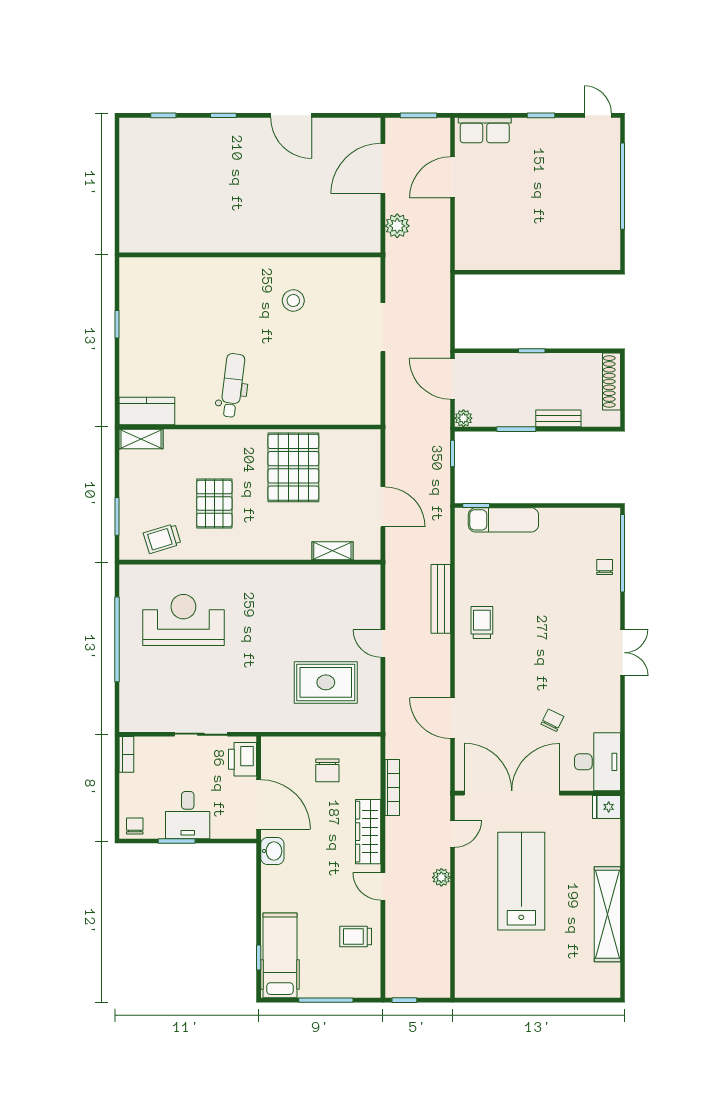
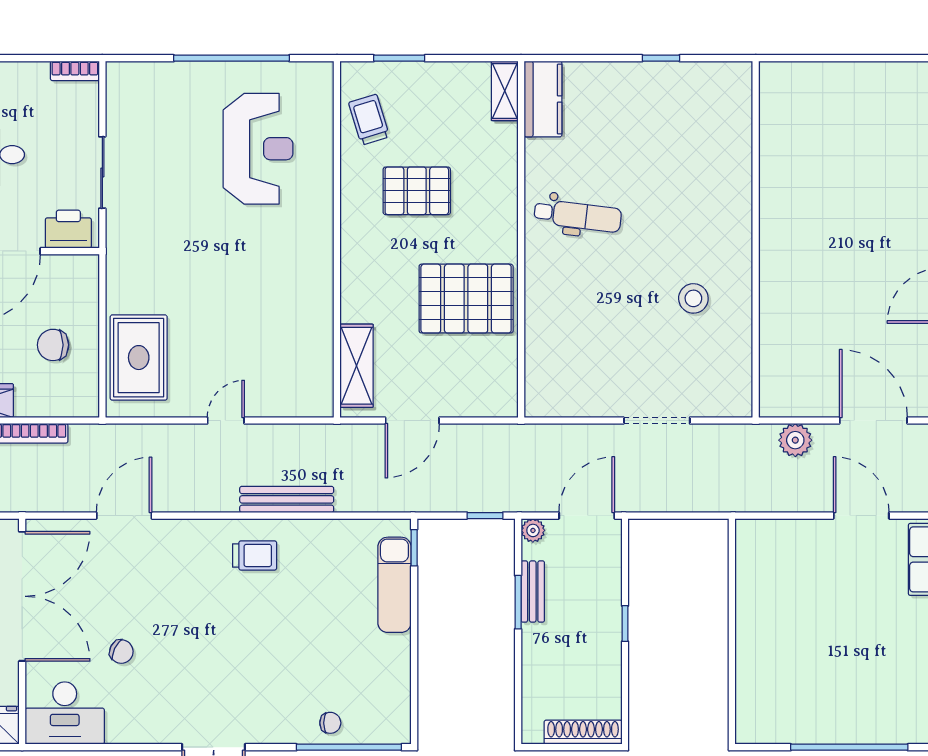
bench: (558, 418) -> (533, 591), moved
shelving: (332, 551) -> (357, 366), width x1.50, depth x1.33
rug: (326, 682) -> (139, 358), moved

